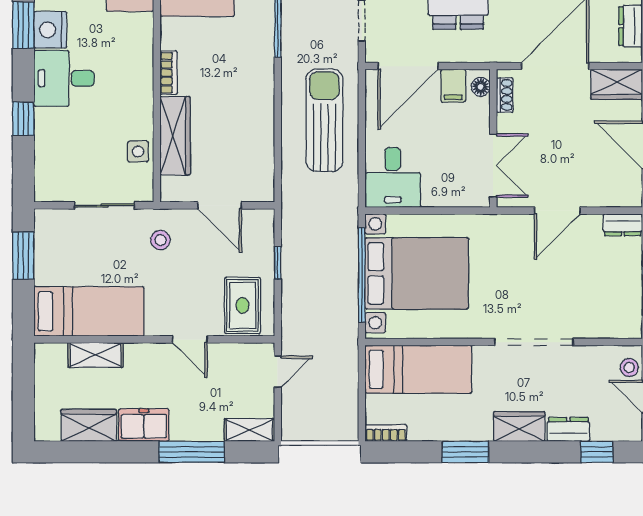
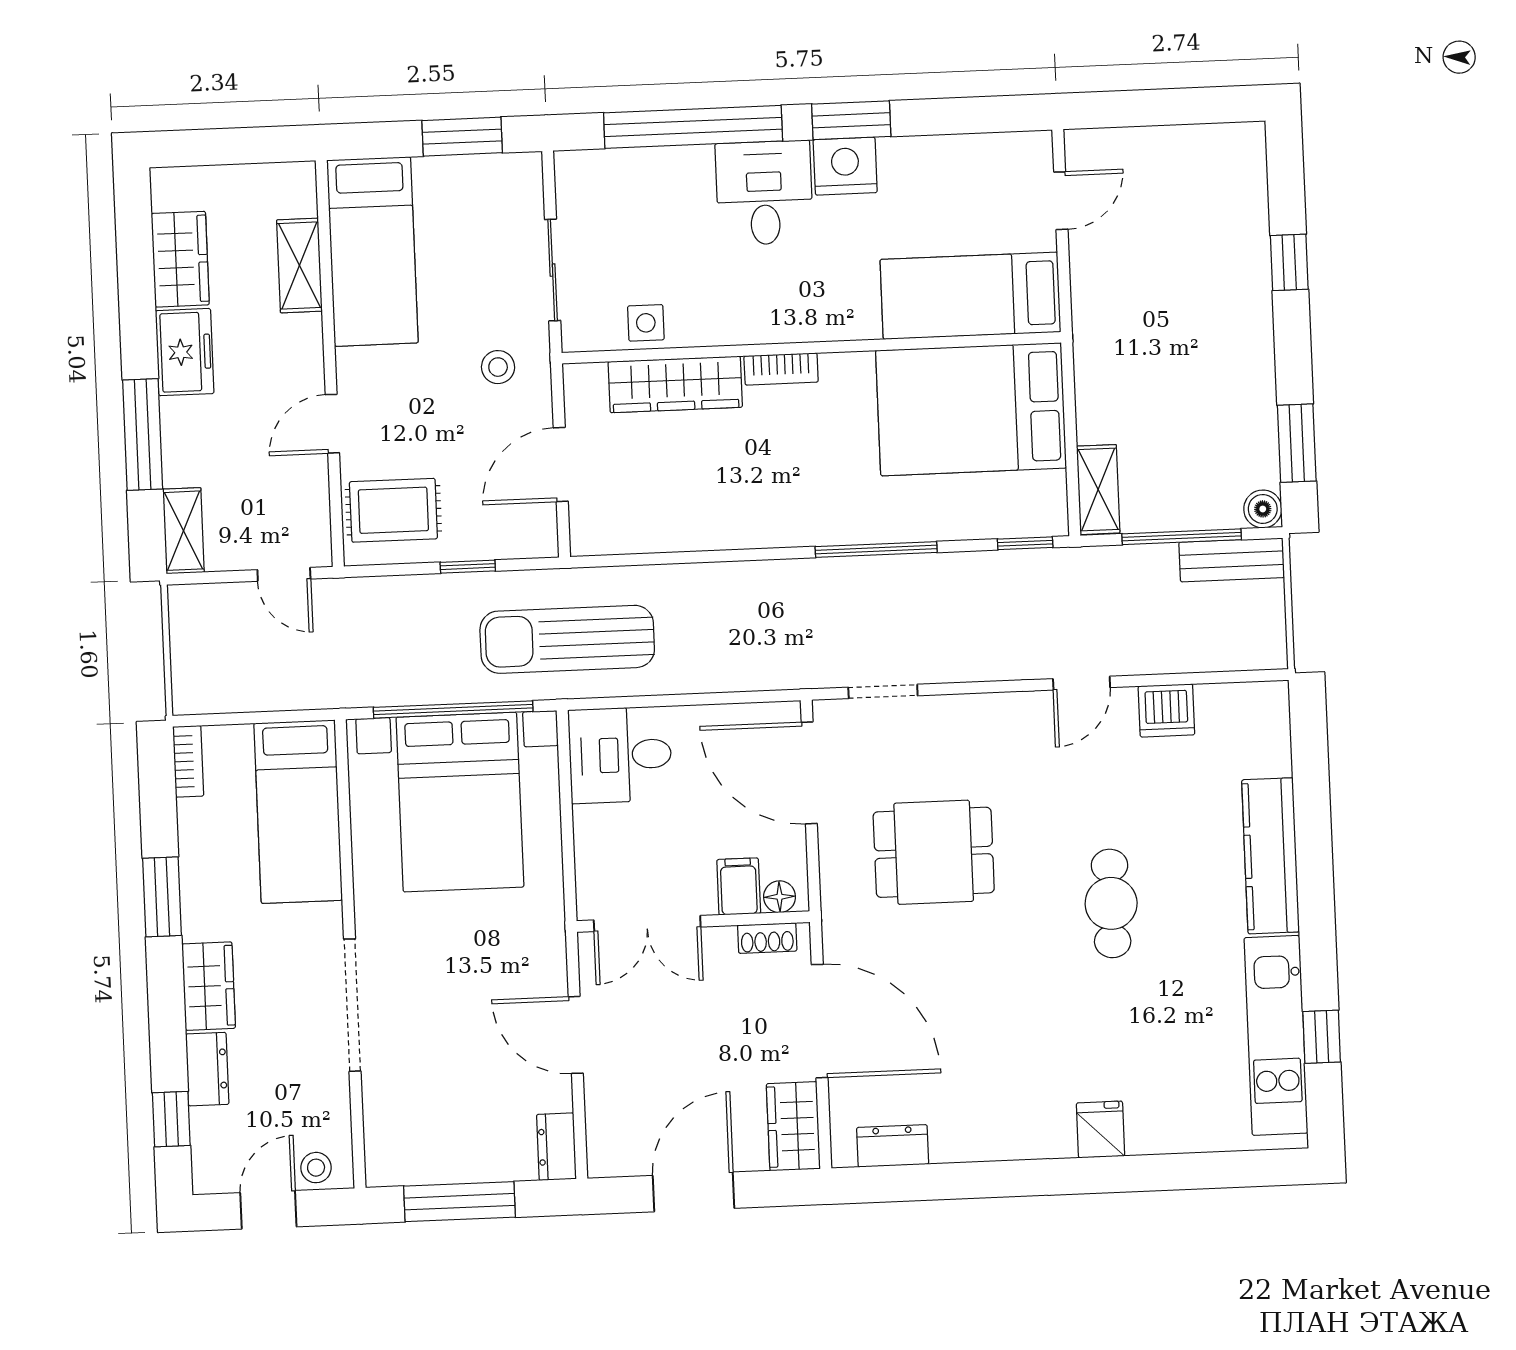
filing cabinet: (453, 86) -> (739, 887), moved, turned 90
window: (23, 119) -> (693, 127), width x3.17
sun lounger: (324, 120) -> (567, 639), moved, turned 180

